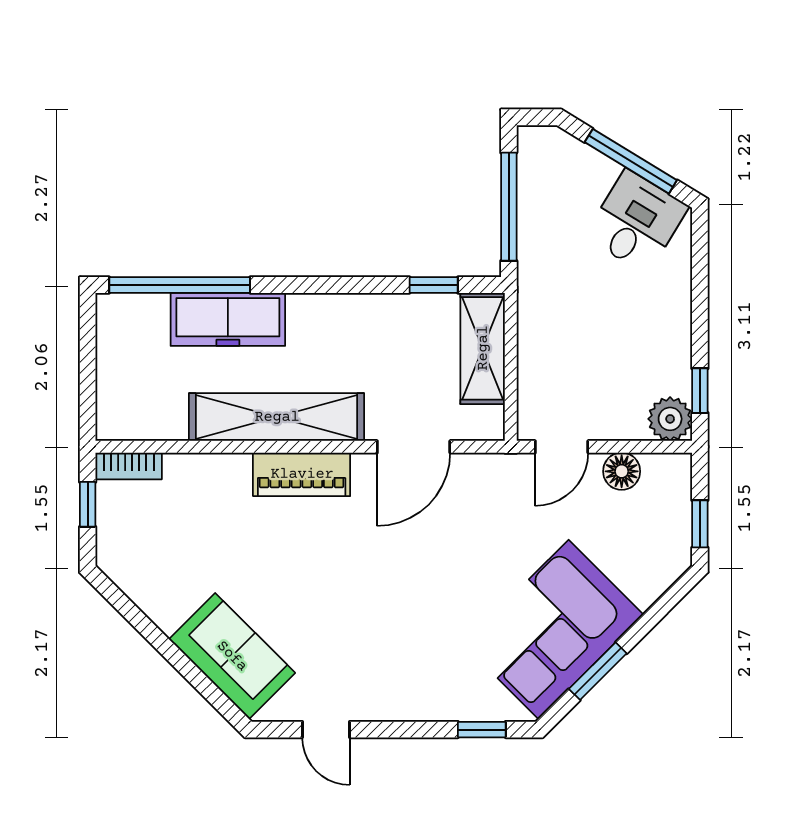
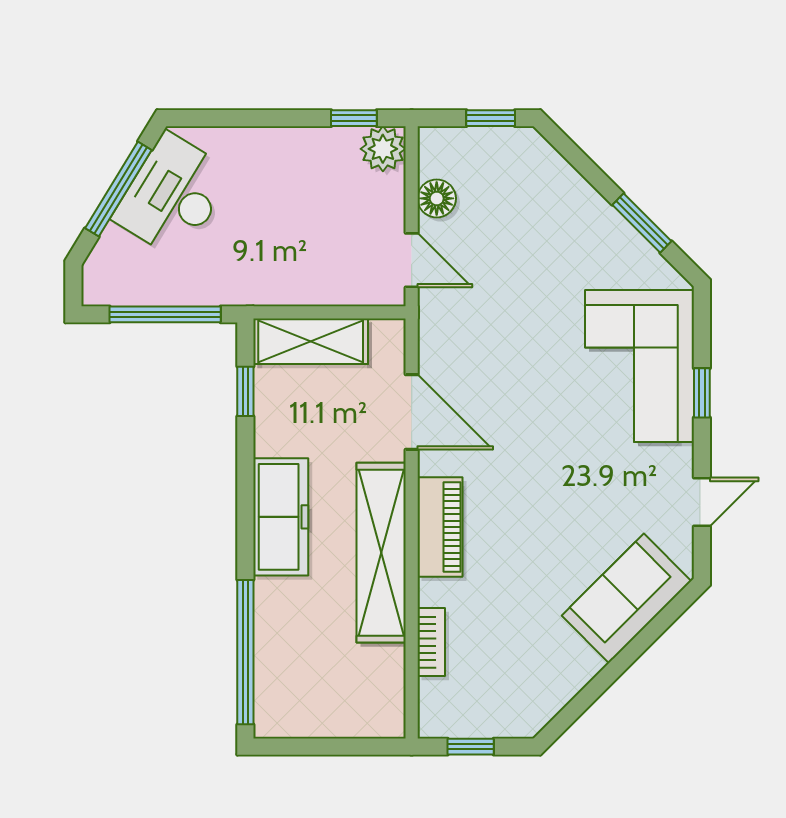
desk: (636, 222) -> (173, 196), width x1.37
freezer: (228, 319) -> (281, 517), moved
bookcase: (129, 466) -> (431, 642), moved
corner sofa: (554, 629) -> (640, 366), moved, turned 45
window: (482, 730) -> (702, 393), moved

